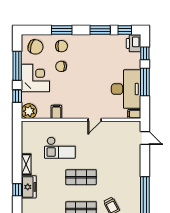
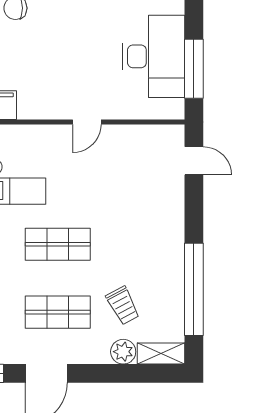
window: (145, 82) -> (194, 69), moved
filing cabinet: (134, 114) -> (171, 110), removed

